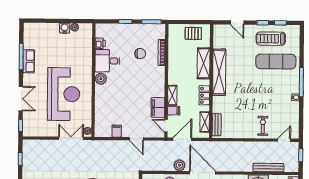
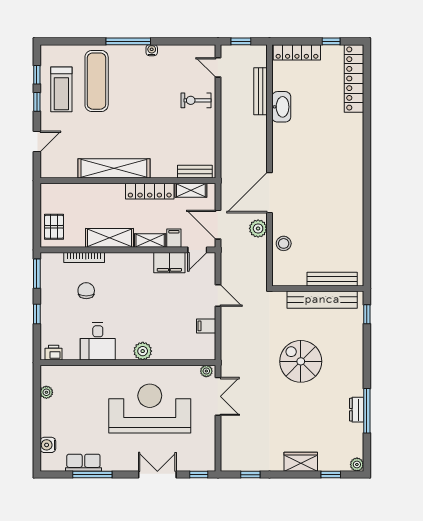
water cooler: (65, 28) -> (48, 445), moved
pallet: (193, 33) -> (54, 227), moved
printer: (100, 43) -> (54, 353), moved
row of seats: (29, 61) -> (83, 463), moved
shelving: (204, 63) -> (109, 238), moved
plant: (101, 79) -> (143, 351), moved
locker: (204, 95) -> (150, 191), width x1.53
double door: (71, 138) -> (218, 396), swing flipped
door: (136, 139) -> (218, 296), hinge flipped

